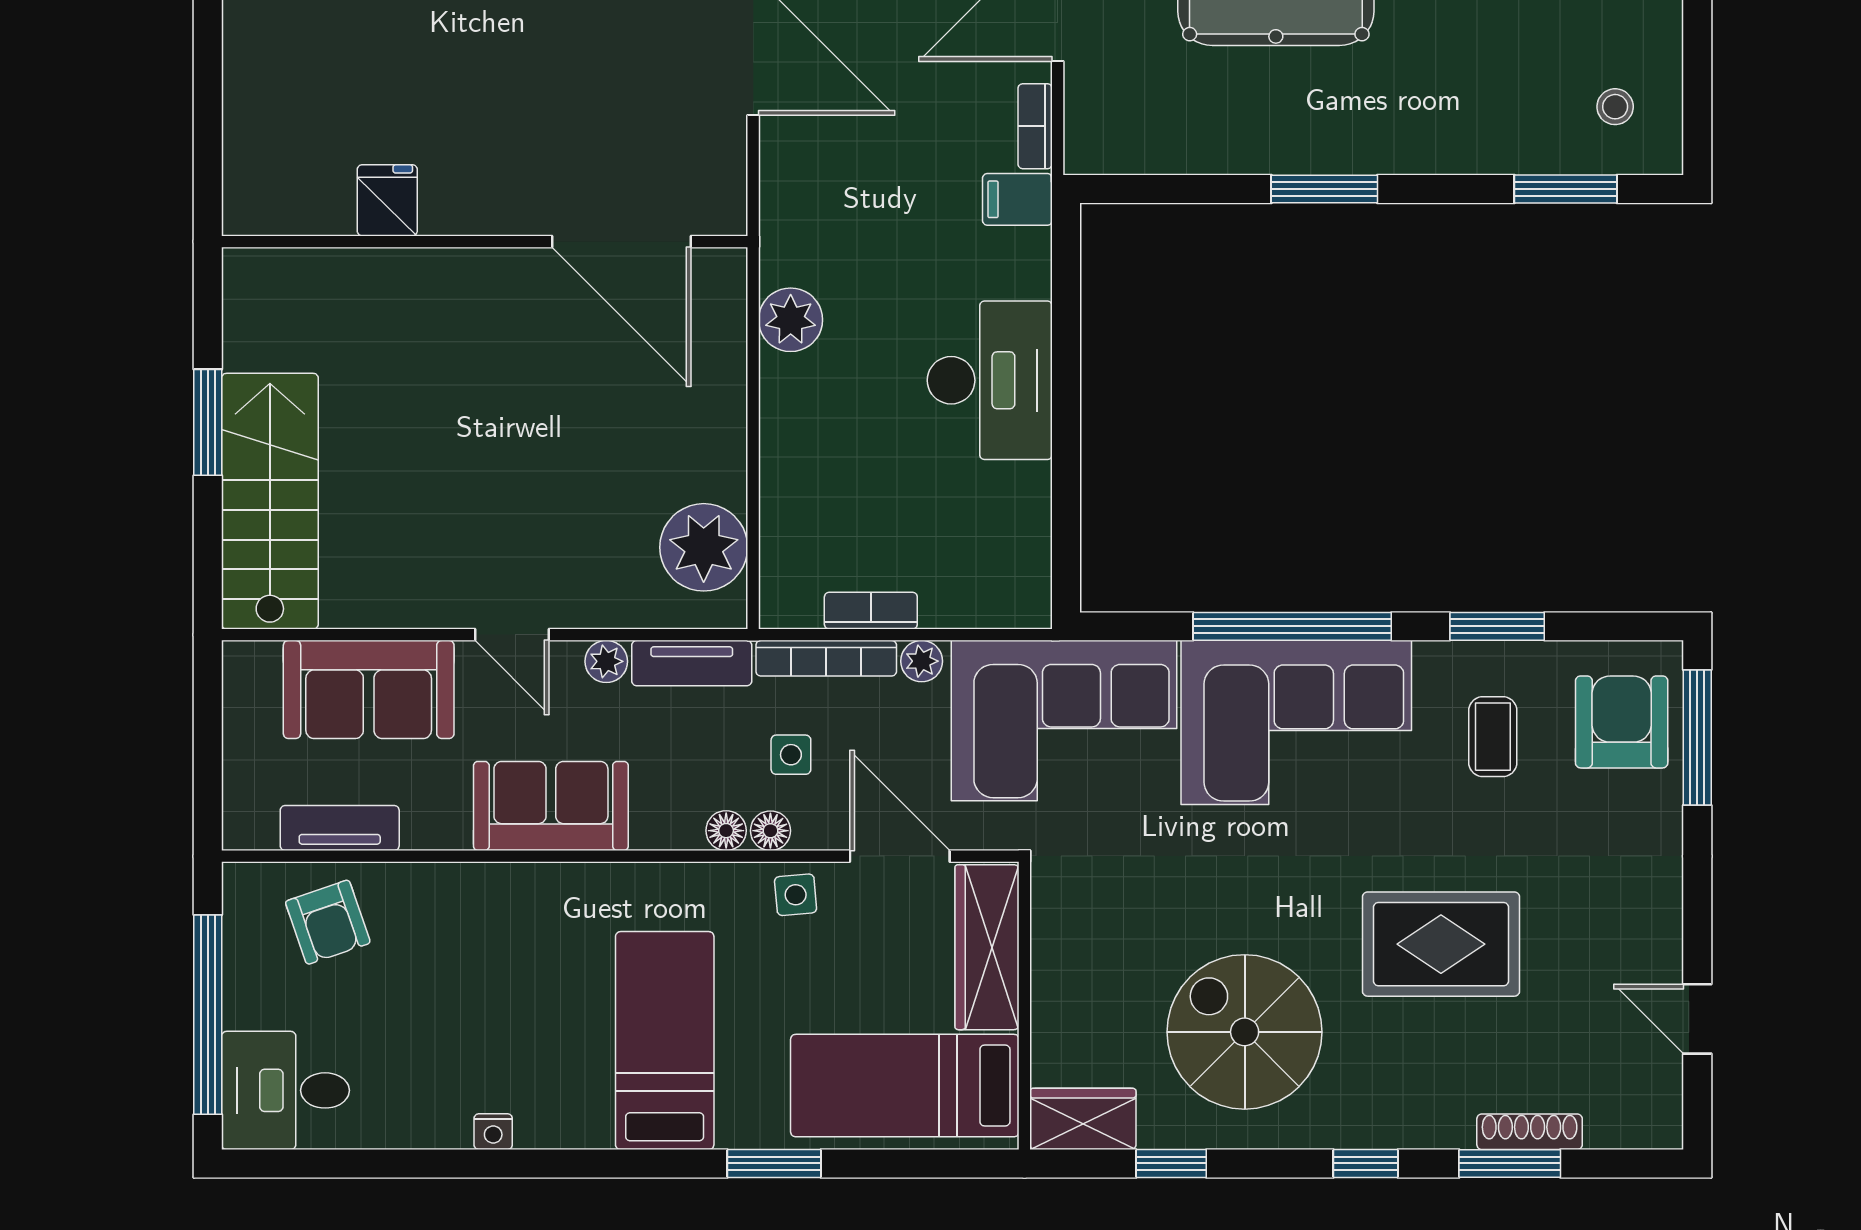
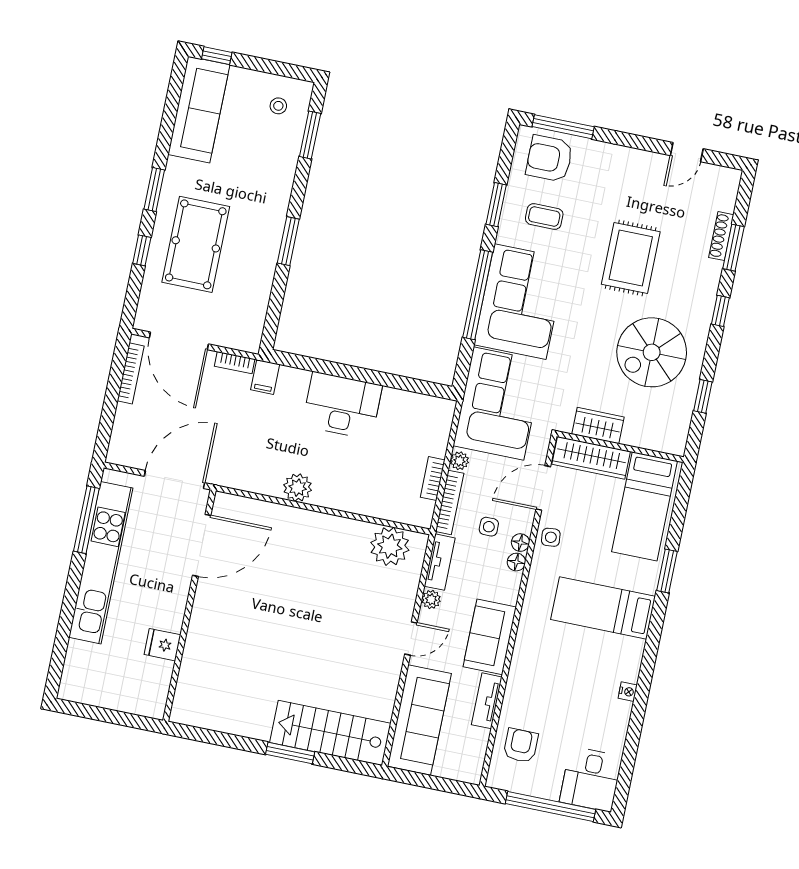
fridge: (387, 200) -> (162, 645), moved
wall: (485, 242) -> (189, 606), moved
door: (621, 242) -> (202, 545), moved
sofa: (369, 689) -> (419, 720), width x1.36
tv unit: (340, 828) -> (487, 701), moved
armchair: (328, 922) -> (521, 745), turned -71
wardrobe: (1083, 1119) -> (598, 426), moved, turned 90

